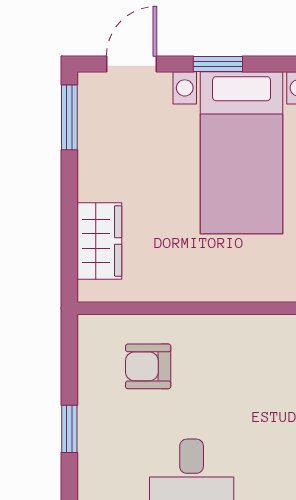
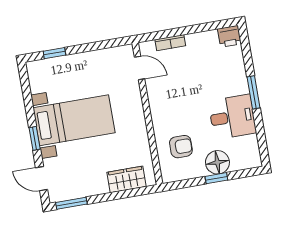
armchair: (148, 366) -> (181, 147), turned -90
floor lamp: (102, 437) -> (217, 162), added

